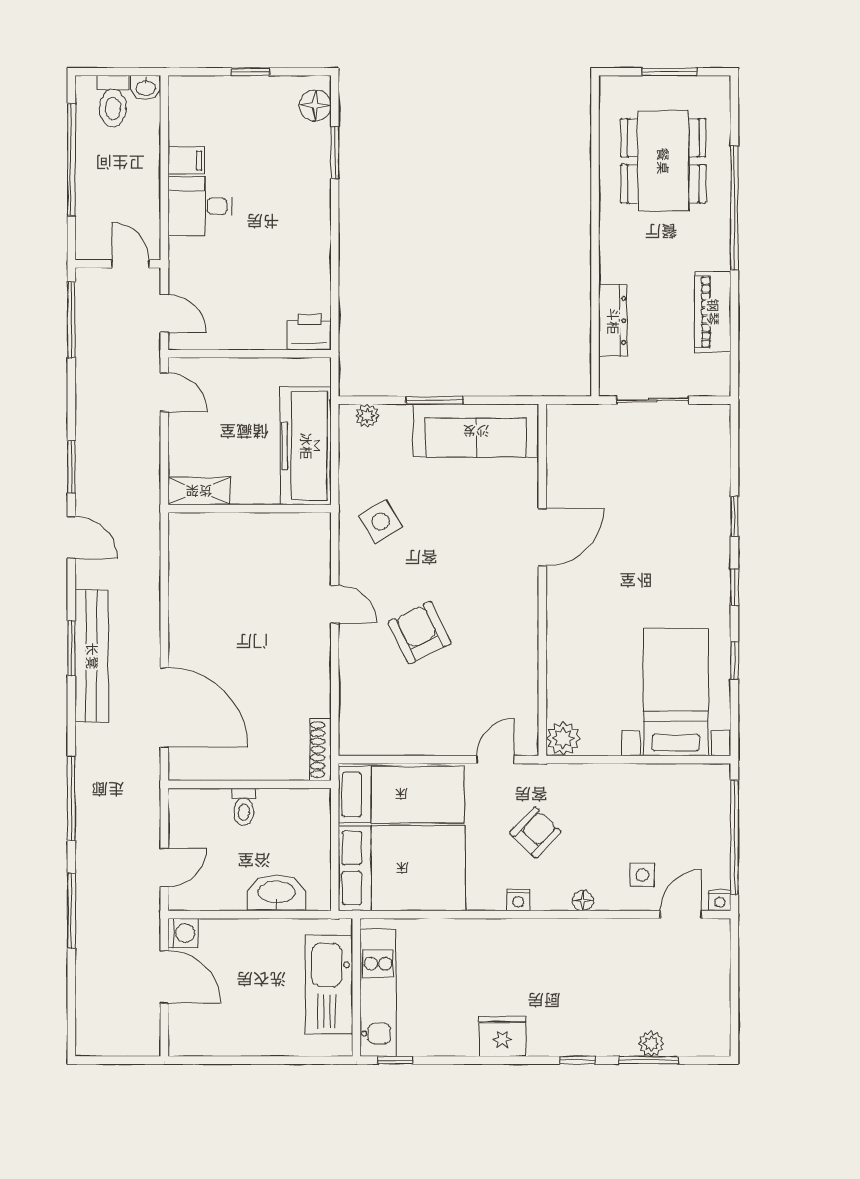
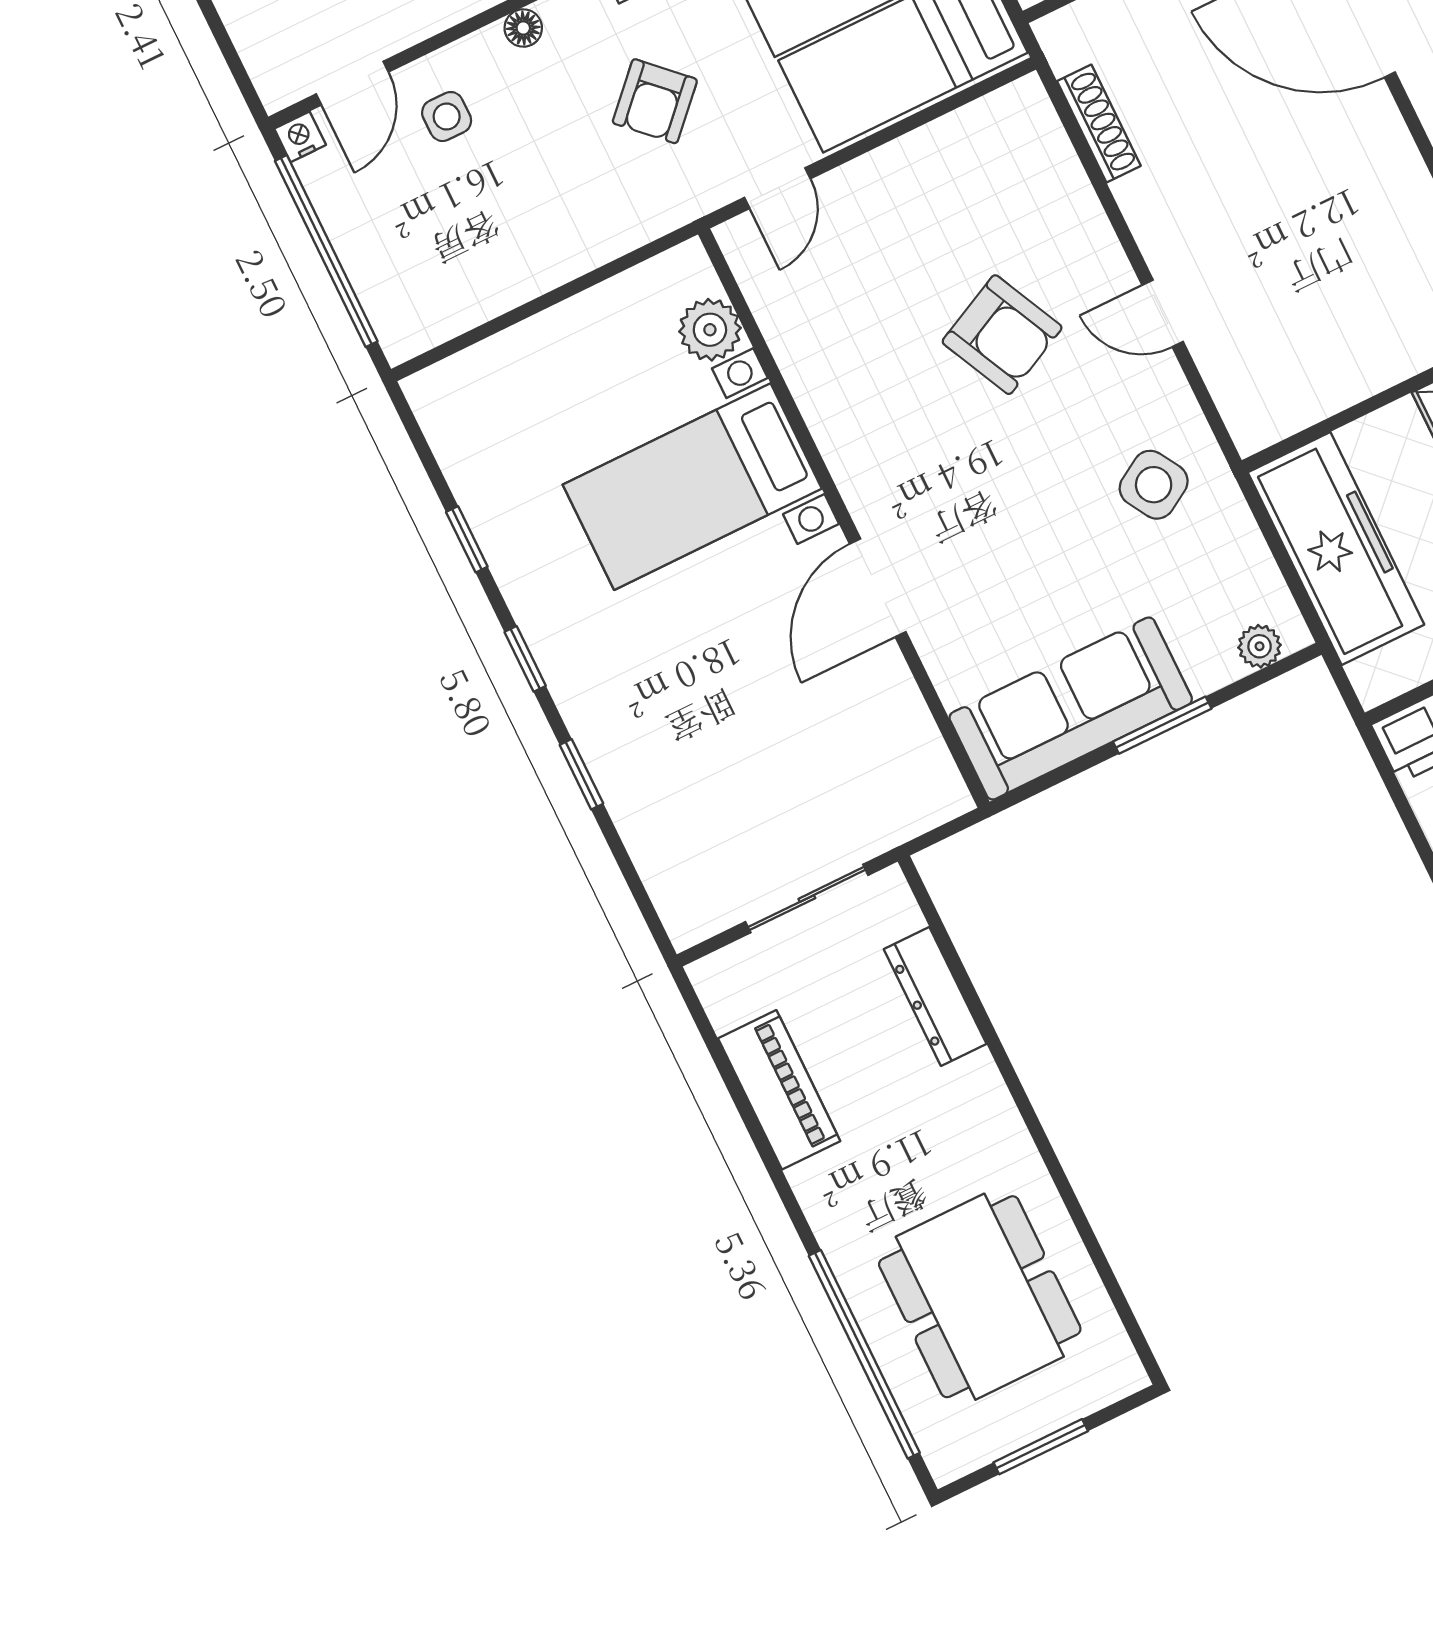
window: (734, 208) -> (864, 1354), moved
bed with nightstands: (676, 692) -> (692, 487), moved, turned 90
plant: (563, 738) -> (710, 330), moved
shoe rack: (320, 750) -> (1099, 124), moved

